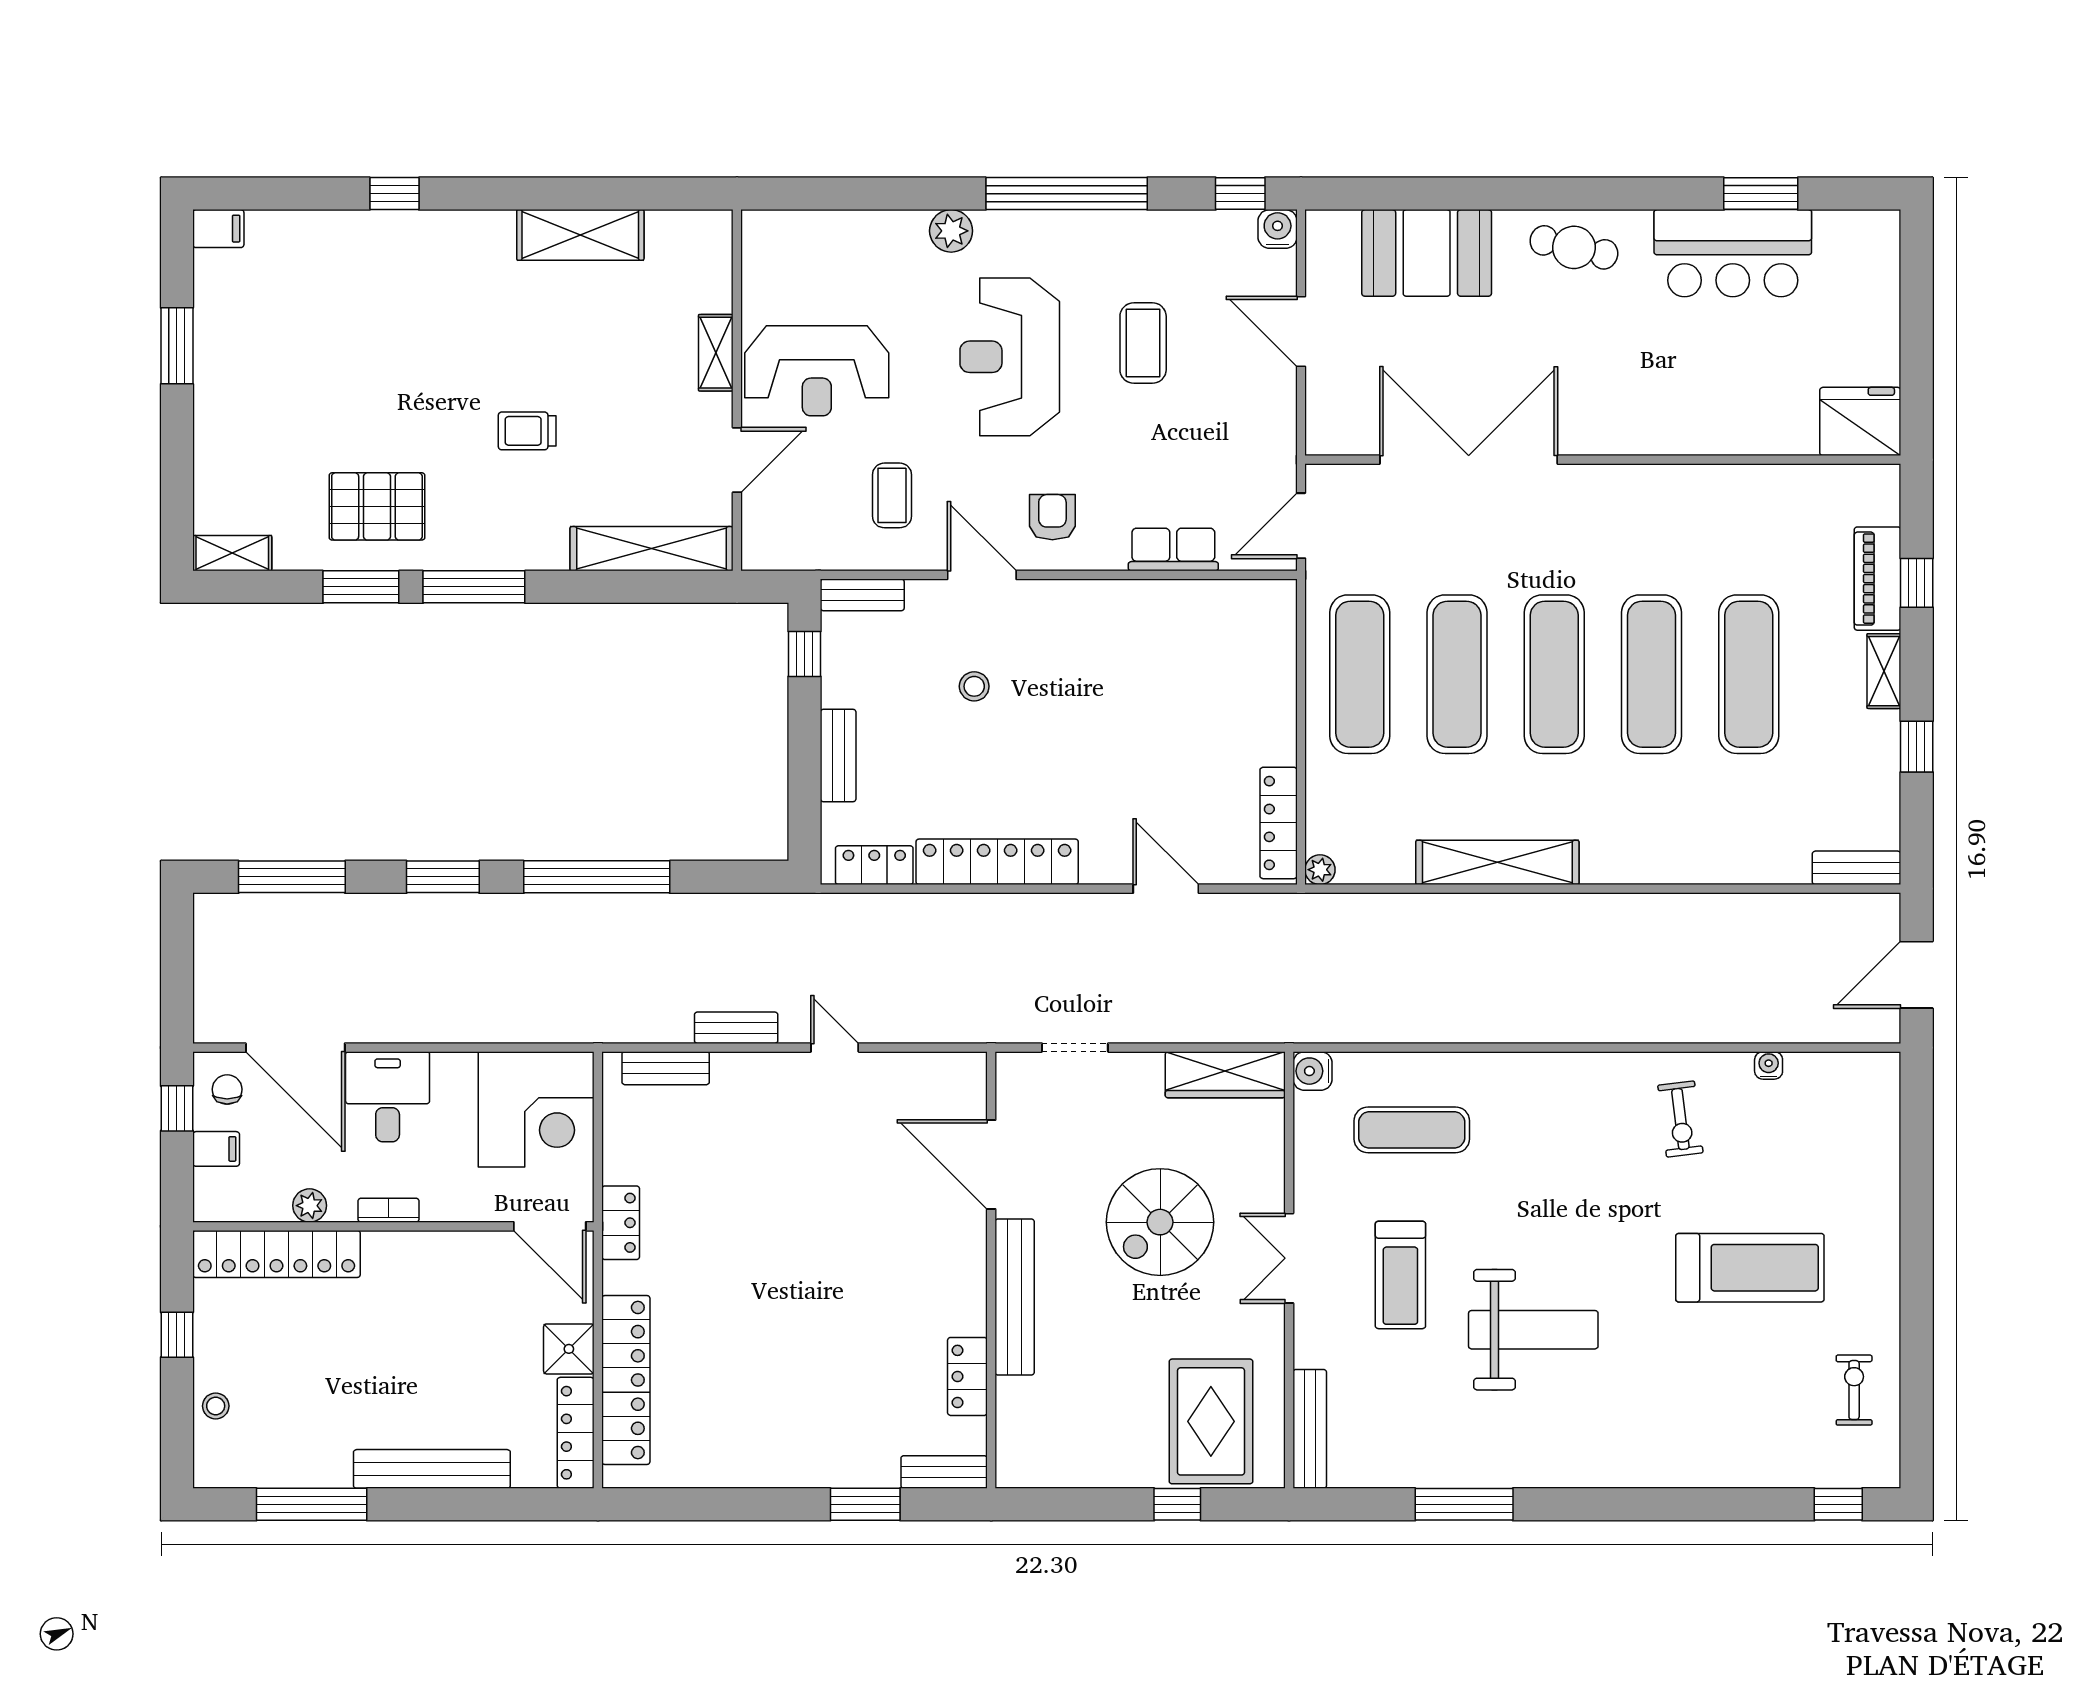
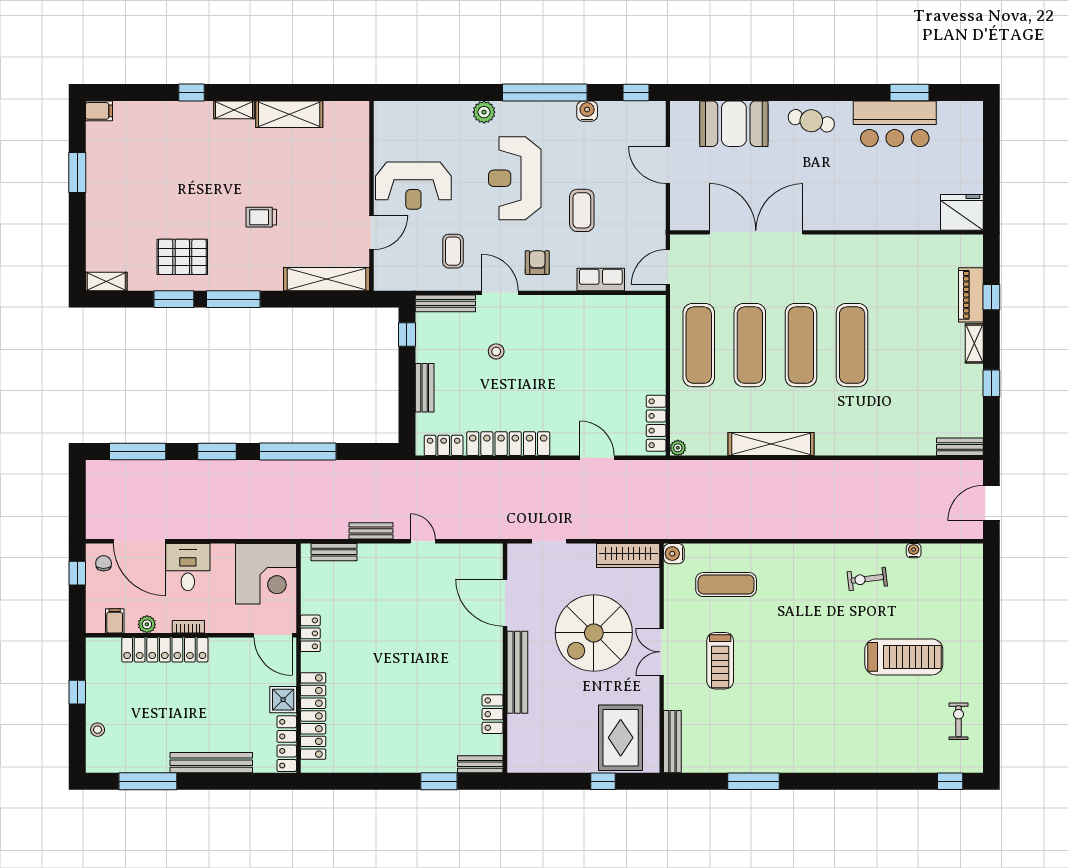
water cooler: (1278, 229) -> (587, 111), moved
coffee table: (1143, 343) -> (582, 210), moved
shelving: (716, 353) -> (234, 110), moved, turned 90
bench: (862, 595) -> (445, 303), width x1.36
exercise mat: (1749, 674) -> (903, 345), removed
exercise bike: (1680, 1119) -> (867, 579), turned 90
filing cabinet: (216, 1149) -> (115, 621), moved, turned -90
spiral stairs: (1160, 1222) -> (594, 633), width x1.37, depth x1.37
locker: (276, 1254) -> (165, 650), moved
weight bench: (1533, 1330) -> (790, 690), removed

